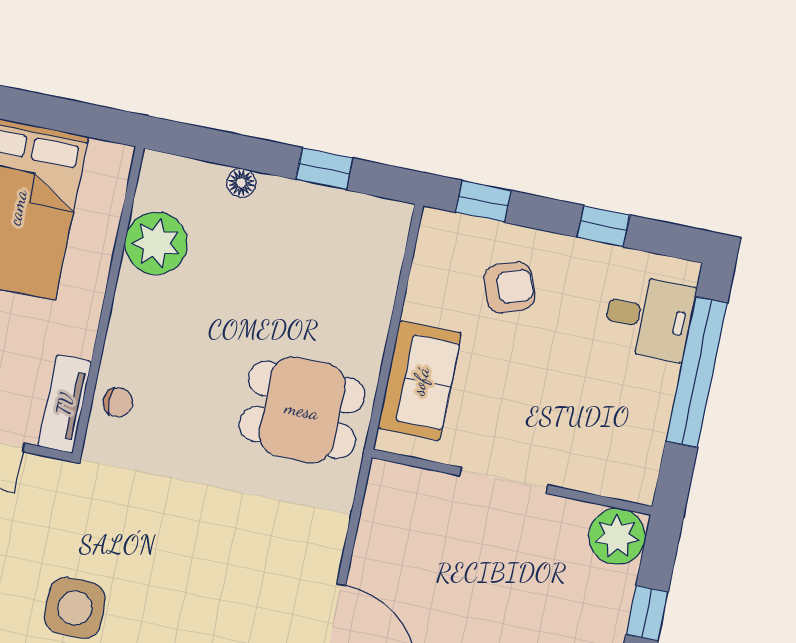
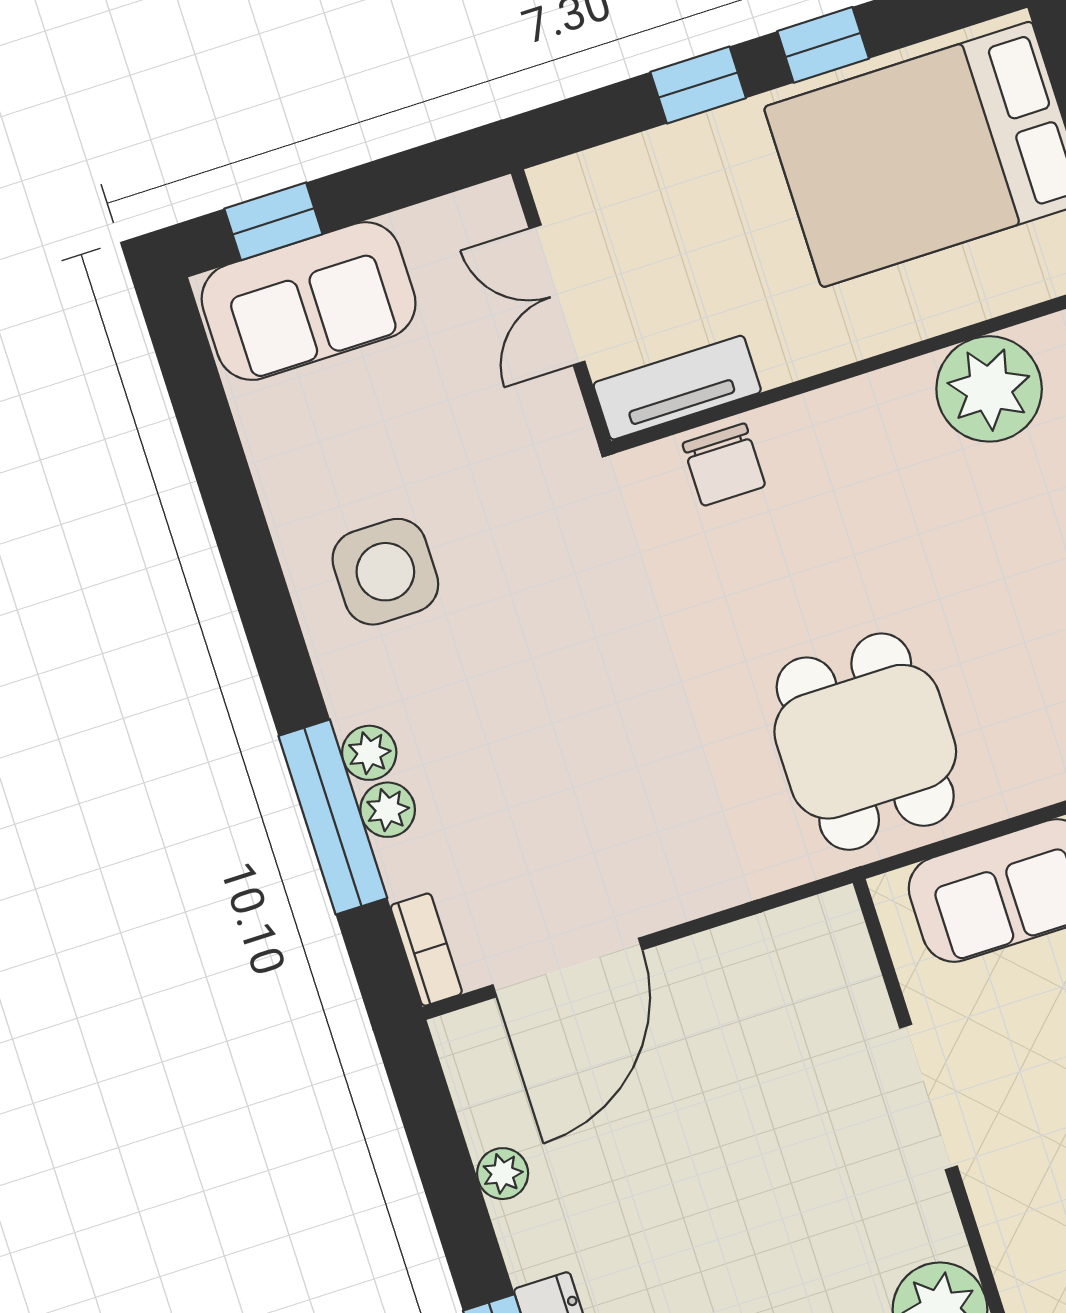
chair: (118, 402) -> (724, 465), width x1.37, depth x1.37

